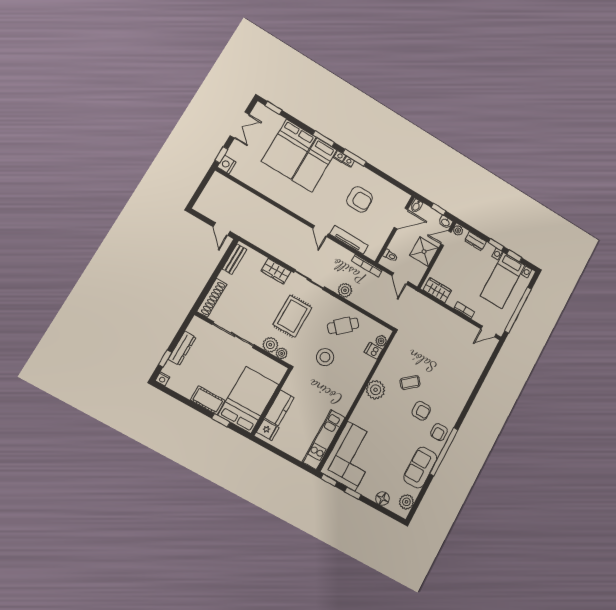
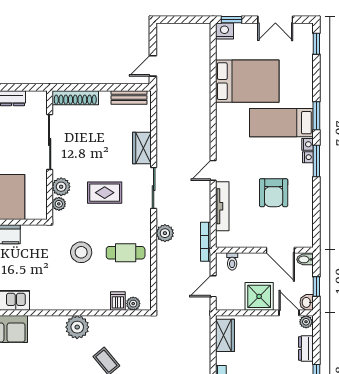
bed: (289, 149) -> (247, 81), moved, turned 180
rug: (292, 316) -> (105, 193), width x0.73, depth x0.70
cafe table: (343, 326) -> (126, 253), turned -48

